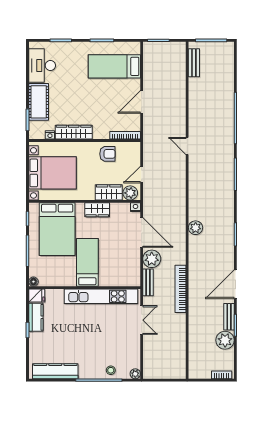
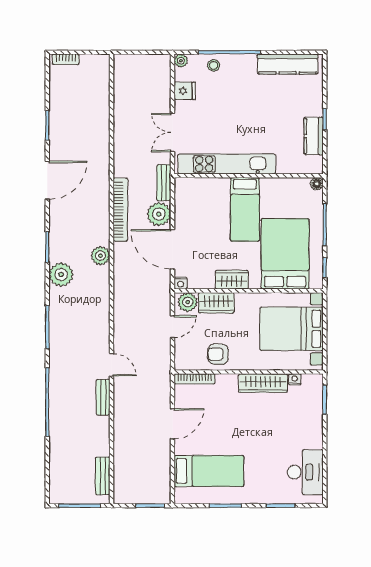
cot: (39, 102) -> (310, 424), removed
bookcase: (181, 289) -> (120, 210), moved
fridge: (37, 295) -> (185, 91), moved, turned 180
bench: (229, 317) -> (103, 397), moved
plant: (225, 340) -> (61, 274), moved

